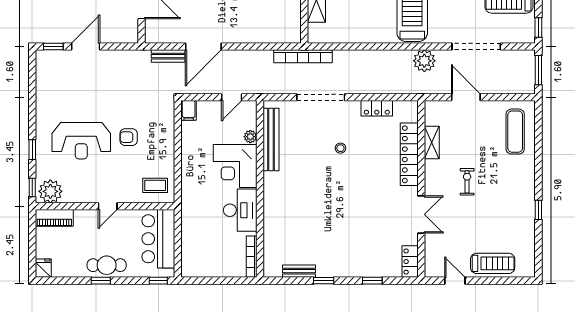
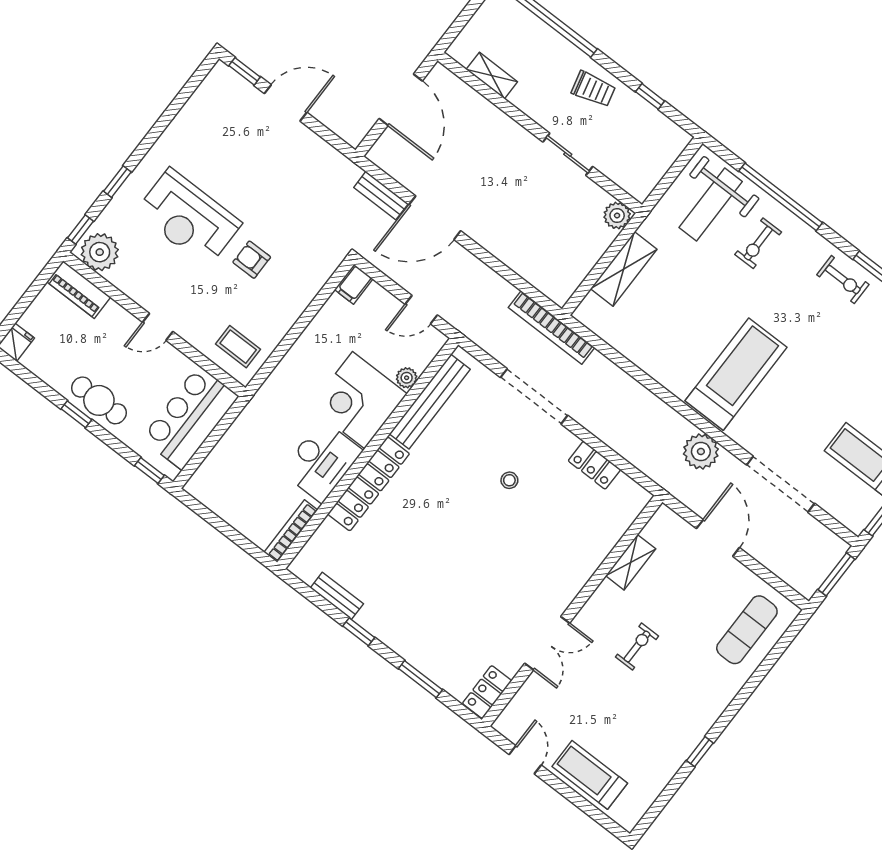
locker: (409, 154) -> (369, 484), moved, turned 180
treadmill: (493, 263) -> (590, 775), turned 180
window: (372, 281) -> (420, 679), width x1.50

